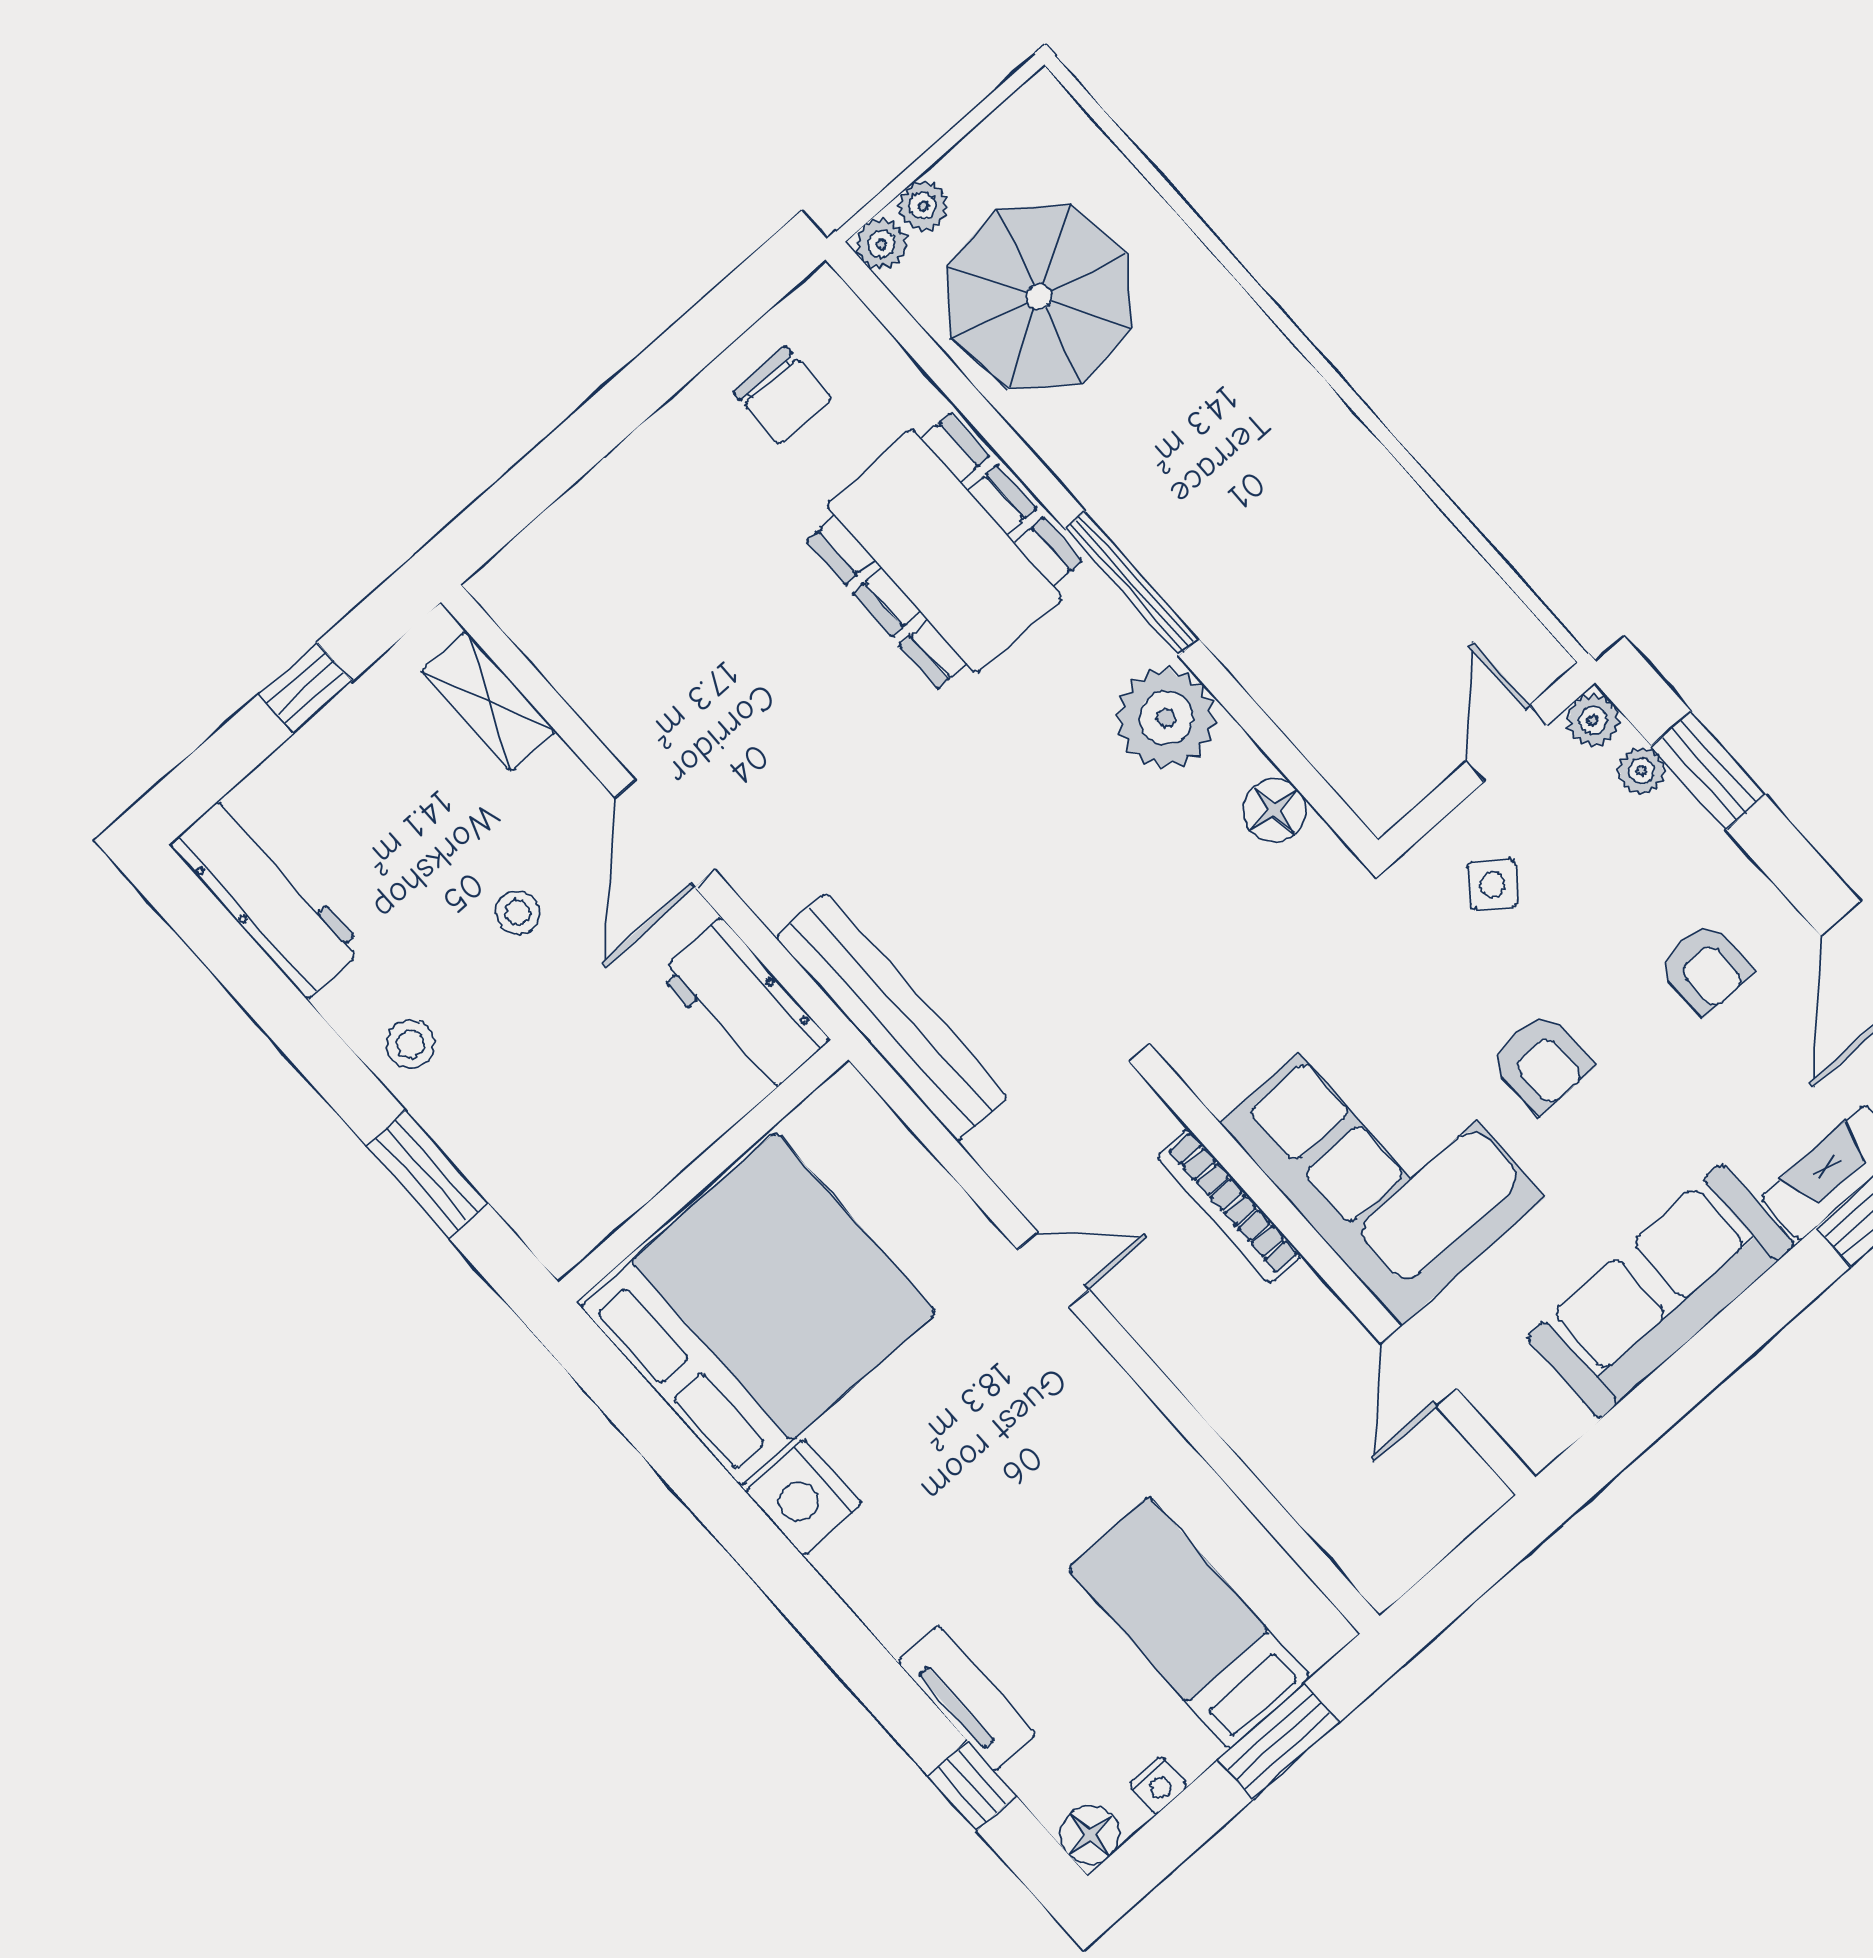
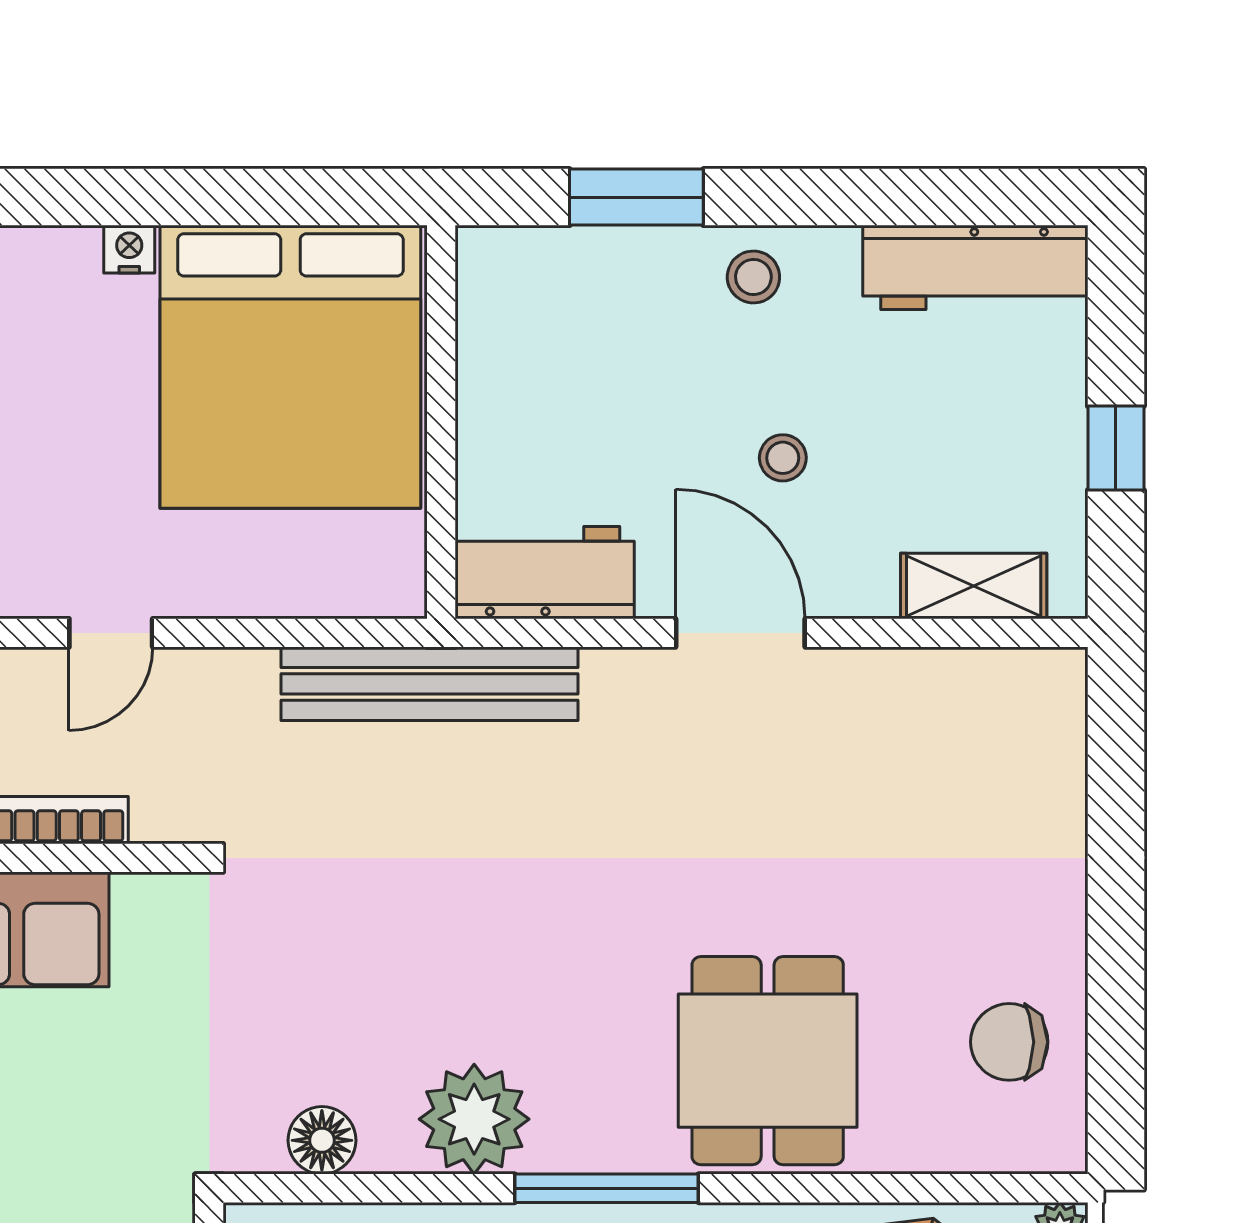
dining table: (944, 551) -> (768, 1061), width x0.73
nightstand: (803, 1497) -> (129, 249), width x0.53, depth x0.56

